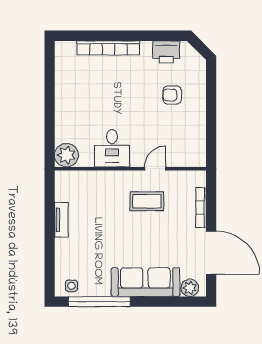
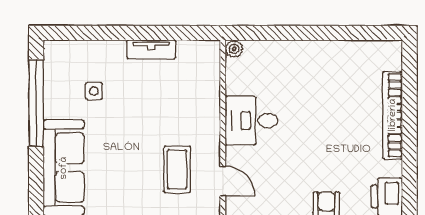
plant: (66, 155) -> (234, 49), width x0.53, depth x0.53
side table: (71, 286) -> (94, 91), moved

